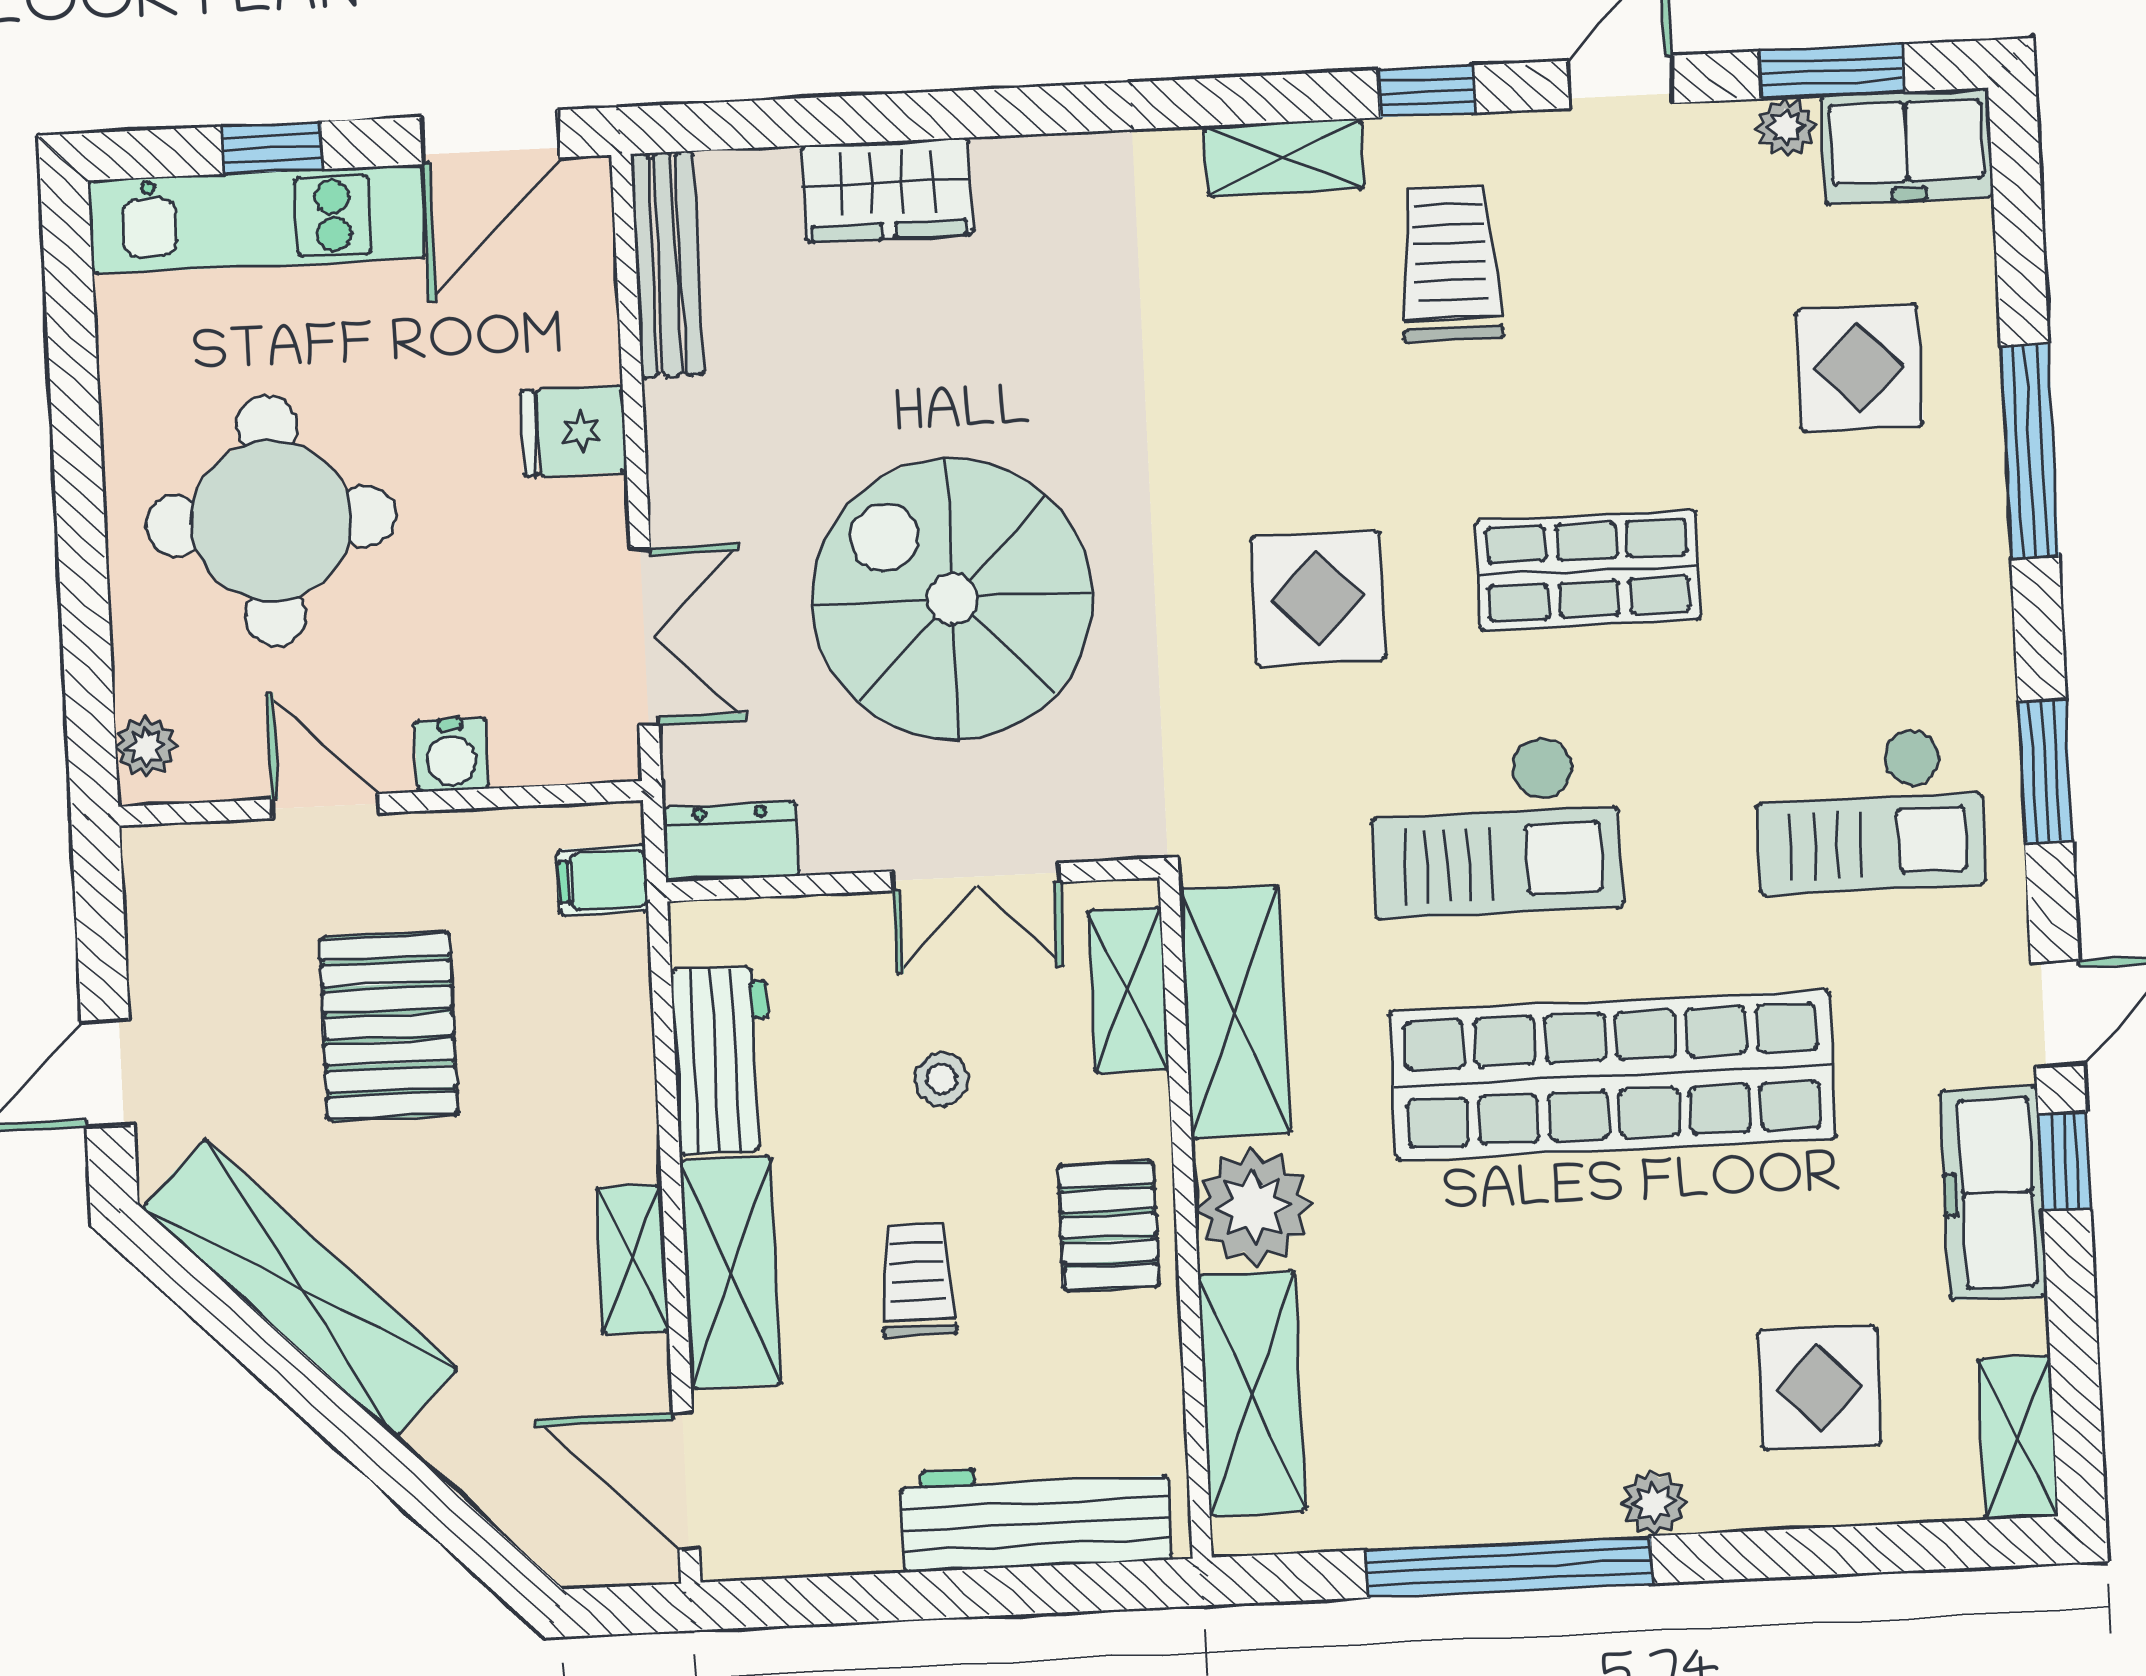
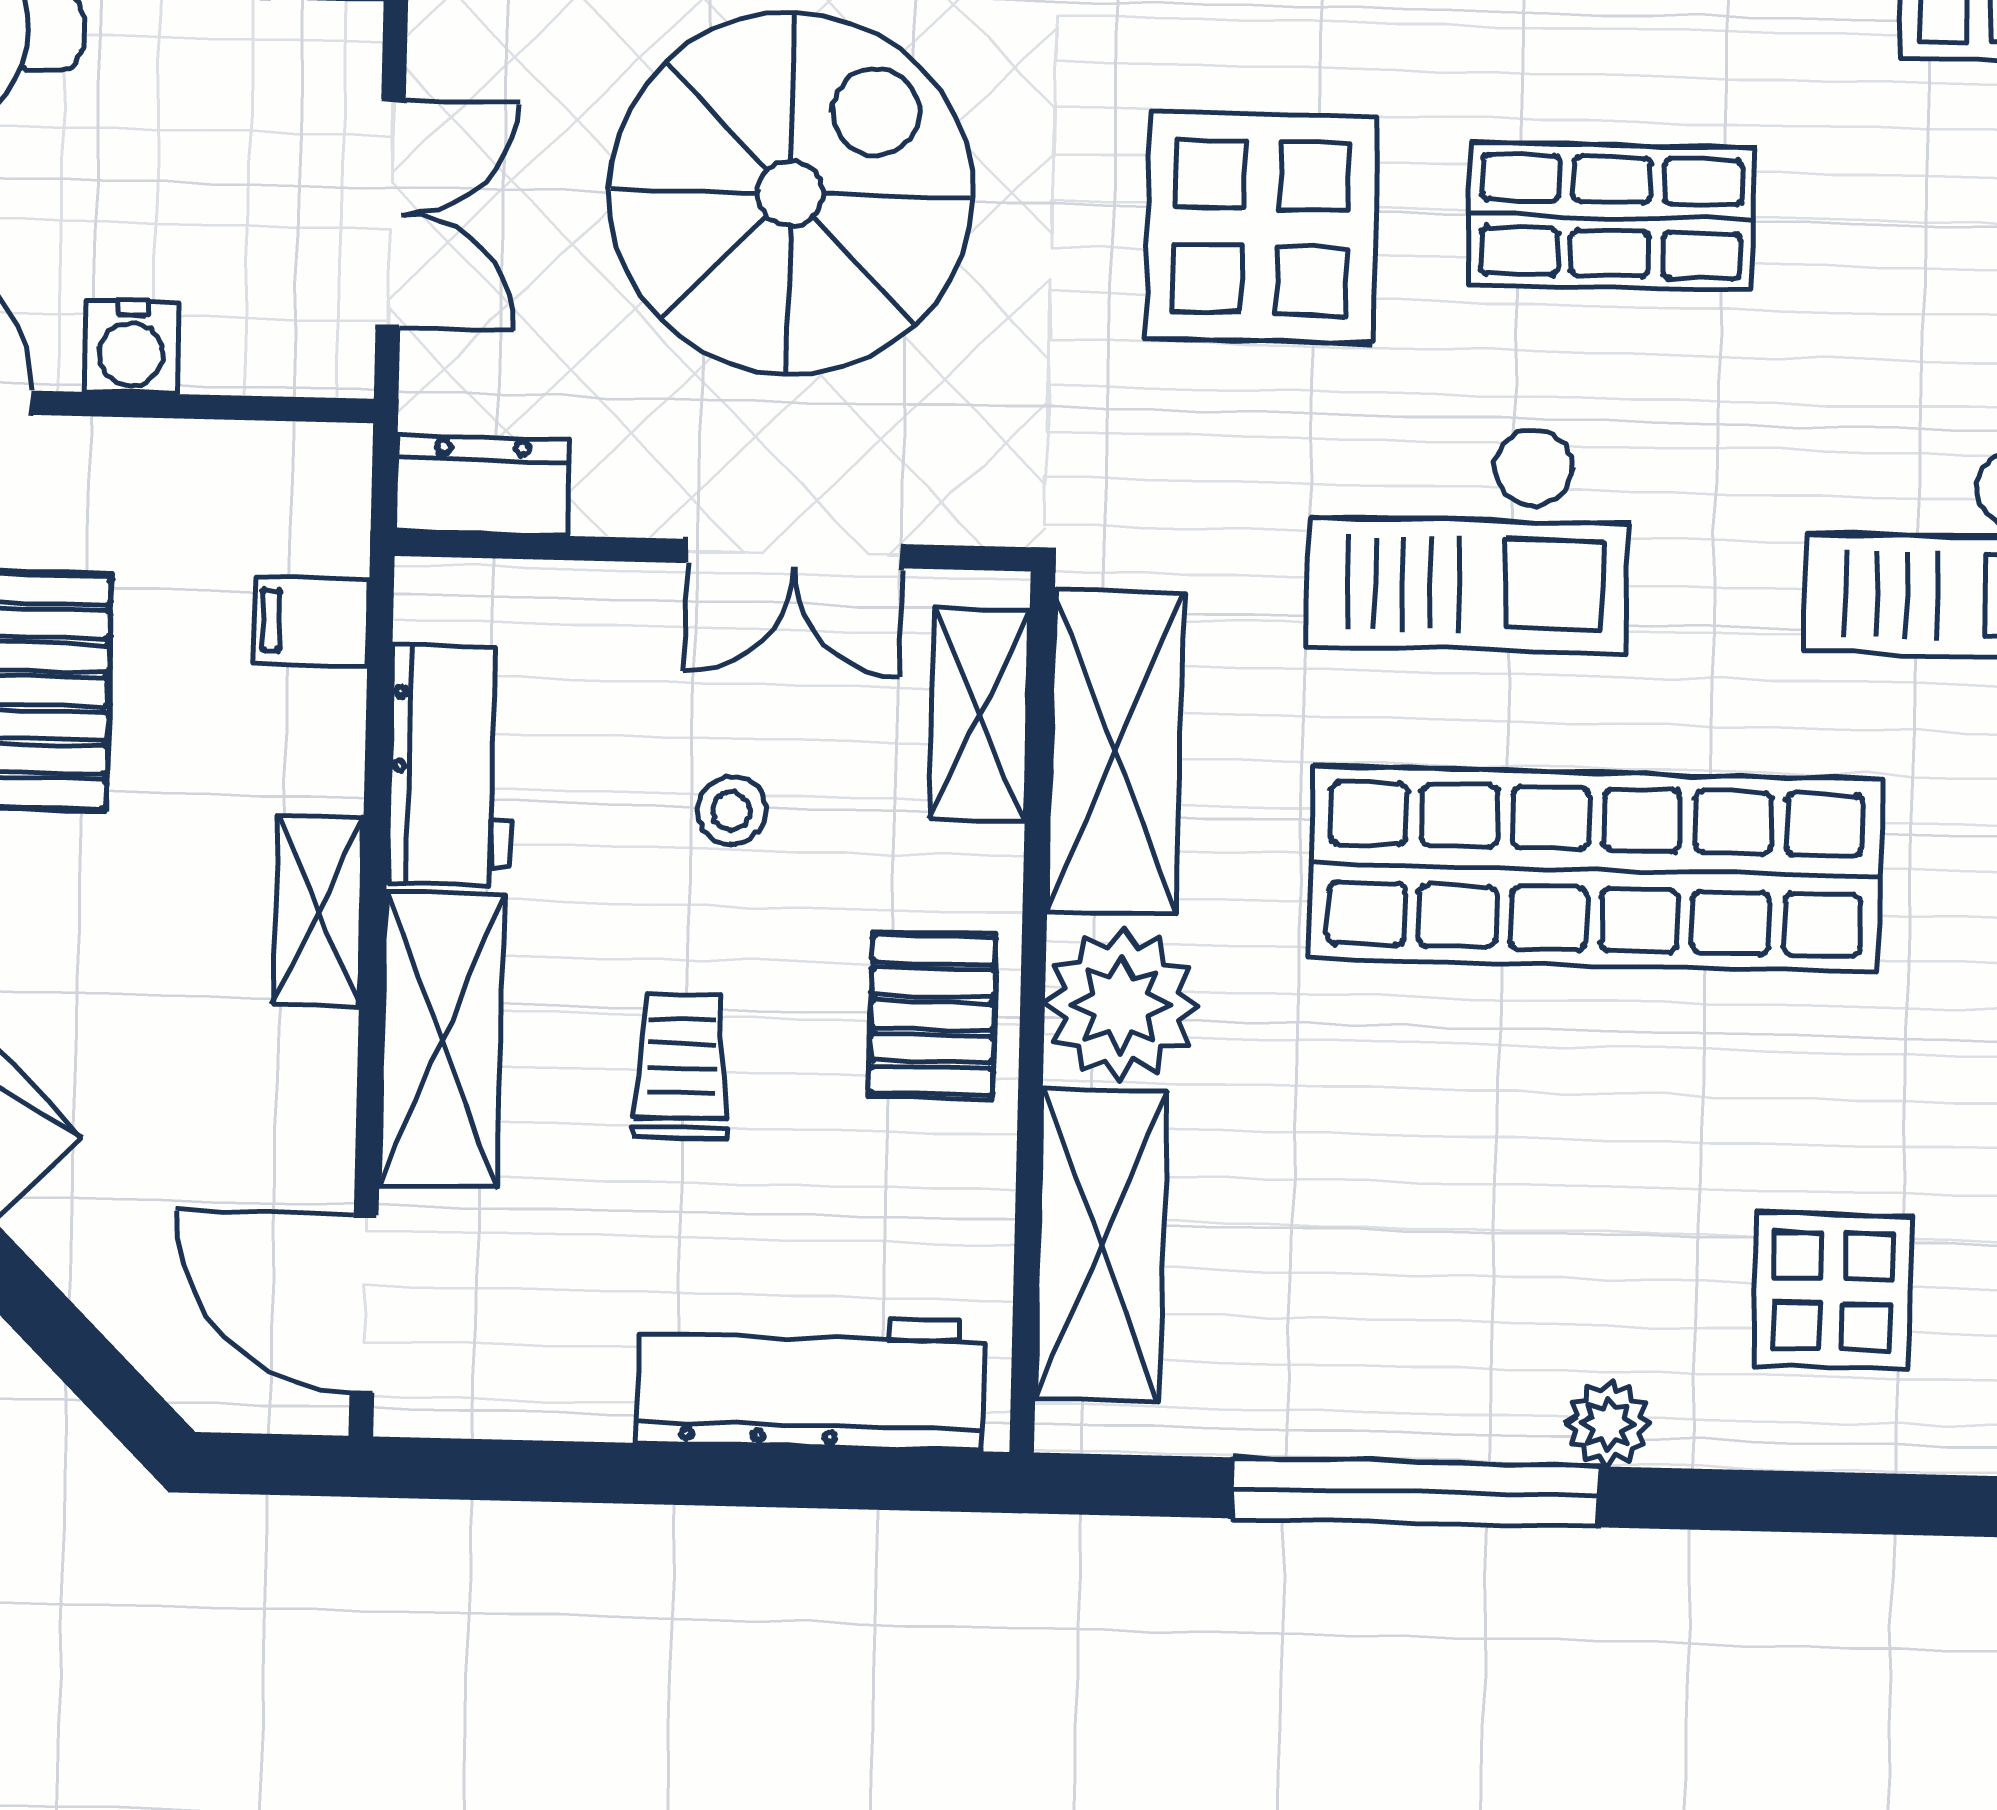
display table: (1318, 598) -> (1261, 227), width x1.36, depth x1.36
spiral stairs: (952, 599) -> (790, 194), turned 90
filing cabinet: (603, 880) -> (311, 621), moved
shelving: (632, 1259) -> (319, 911), moved

